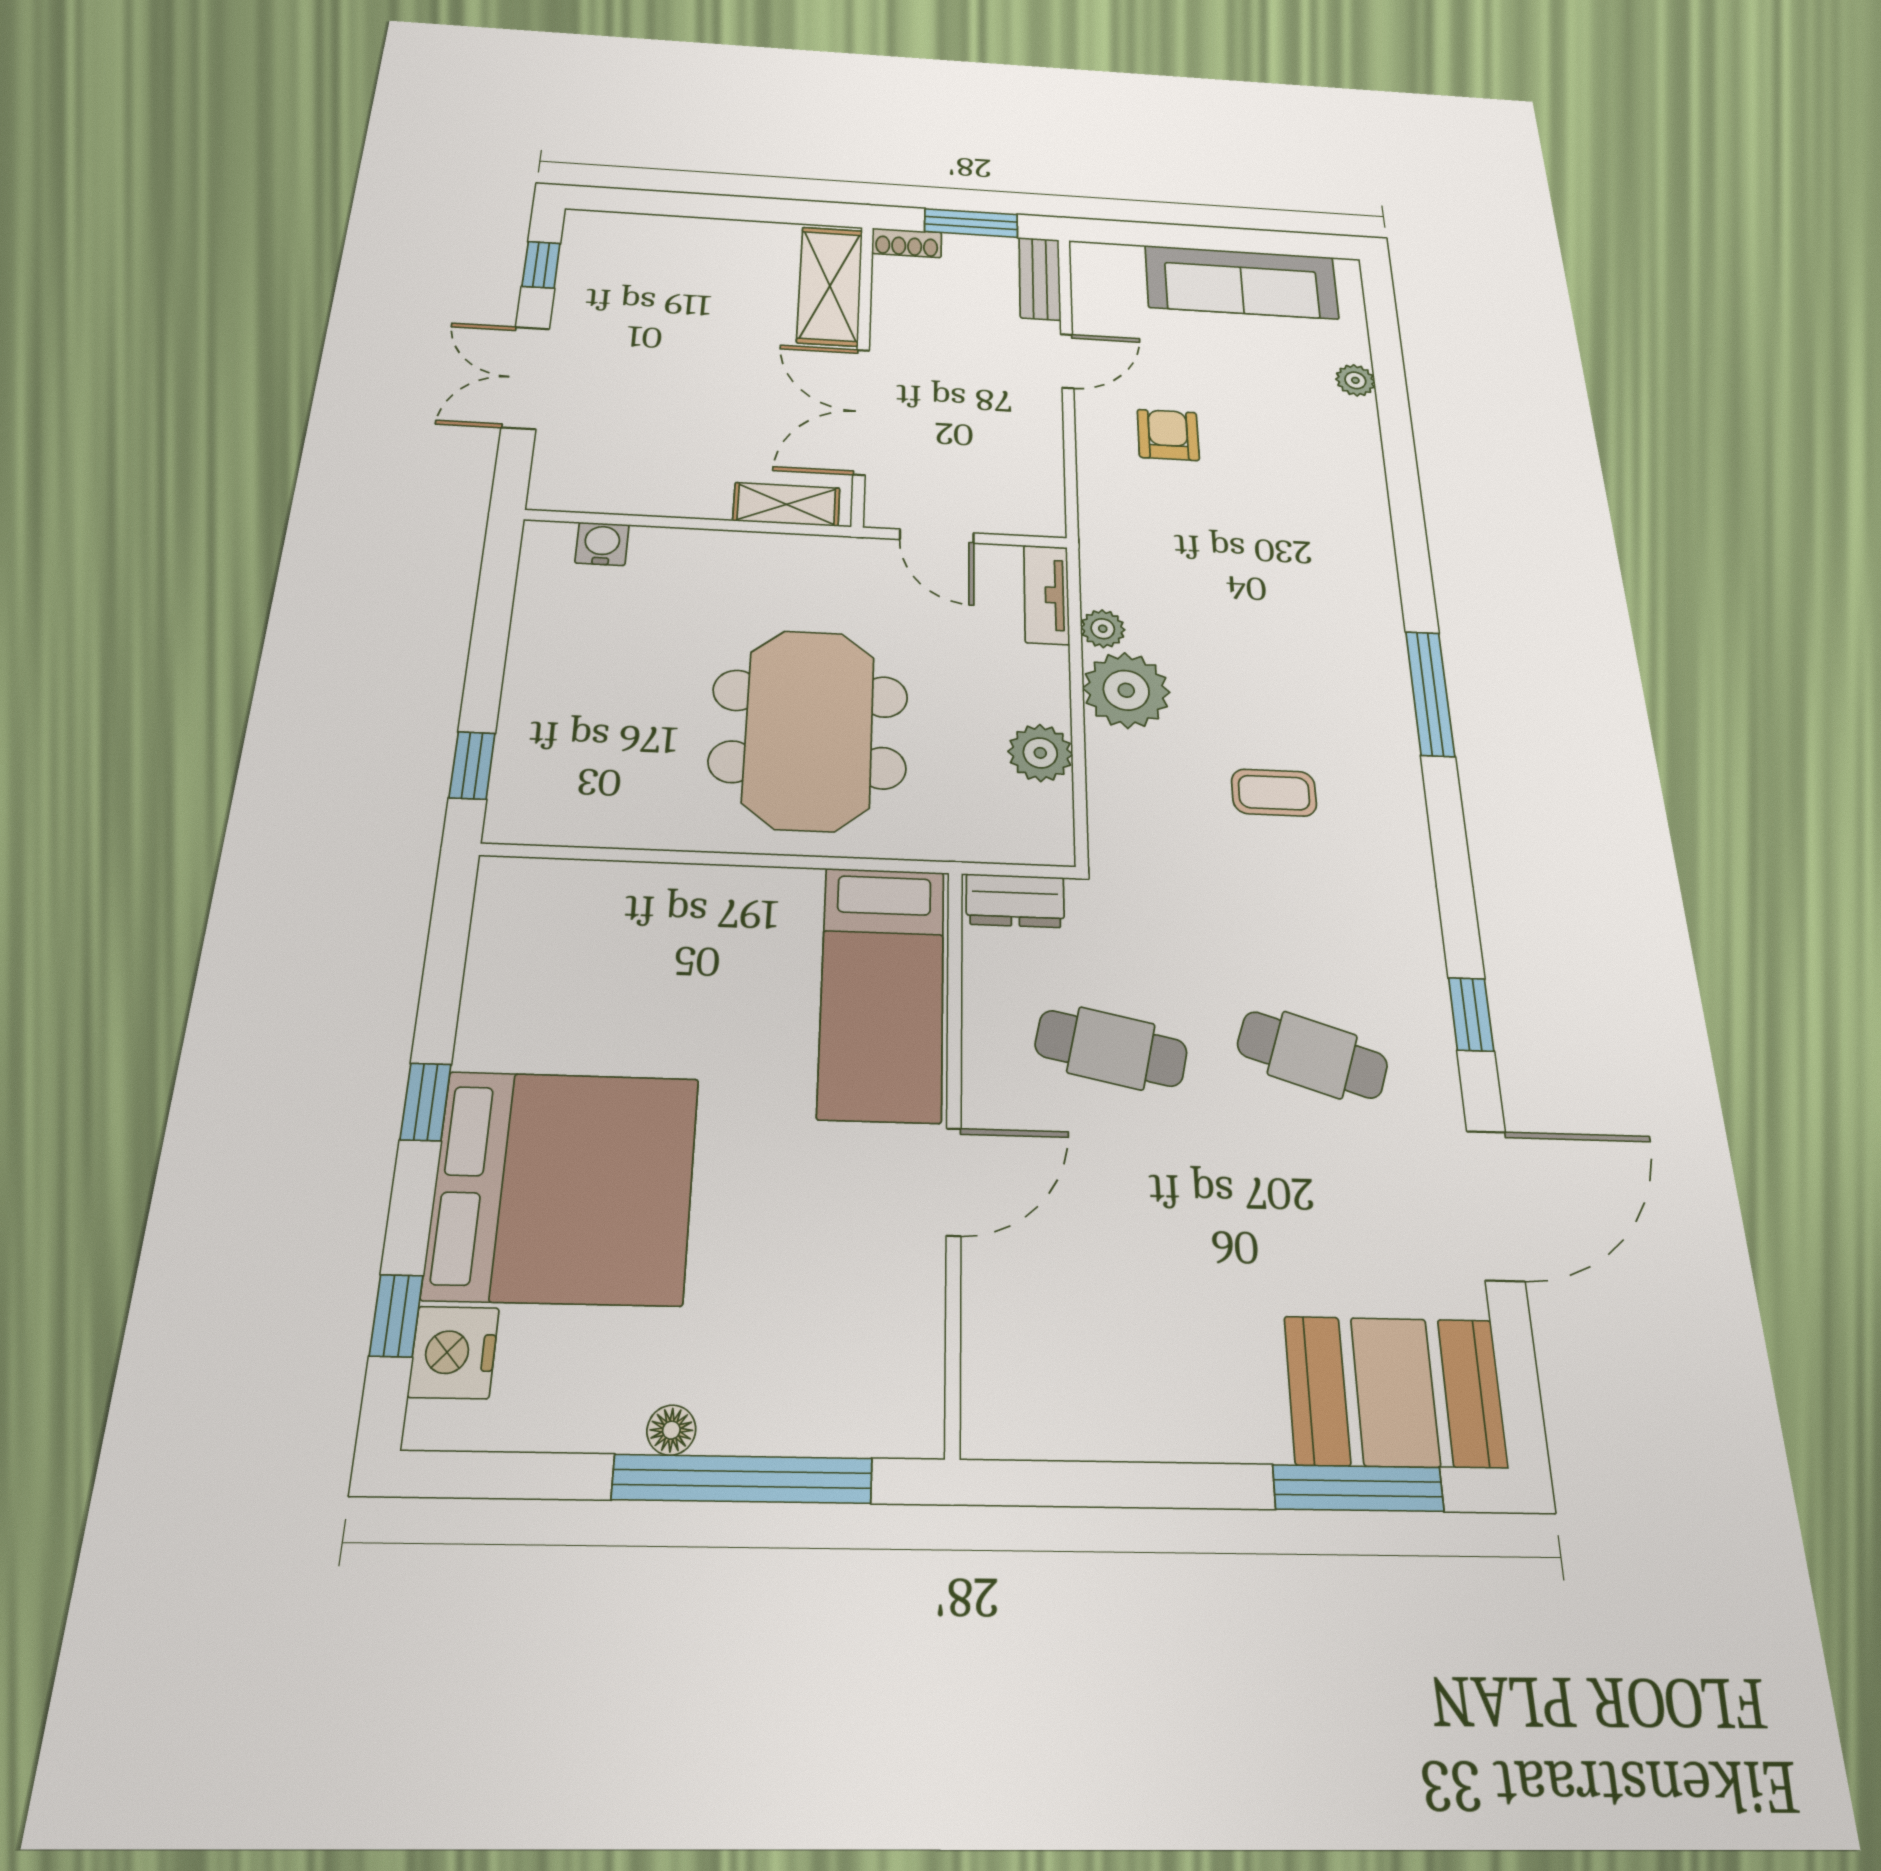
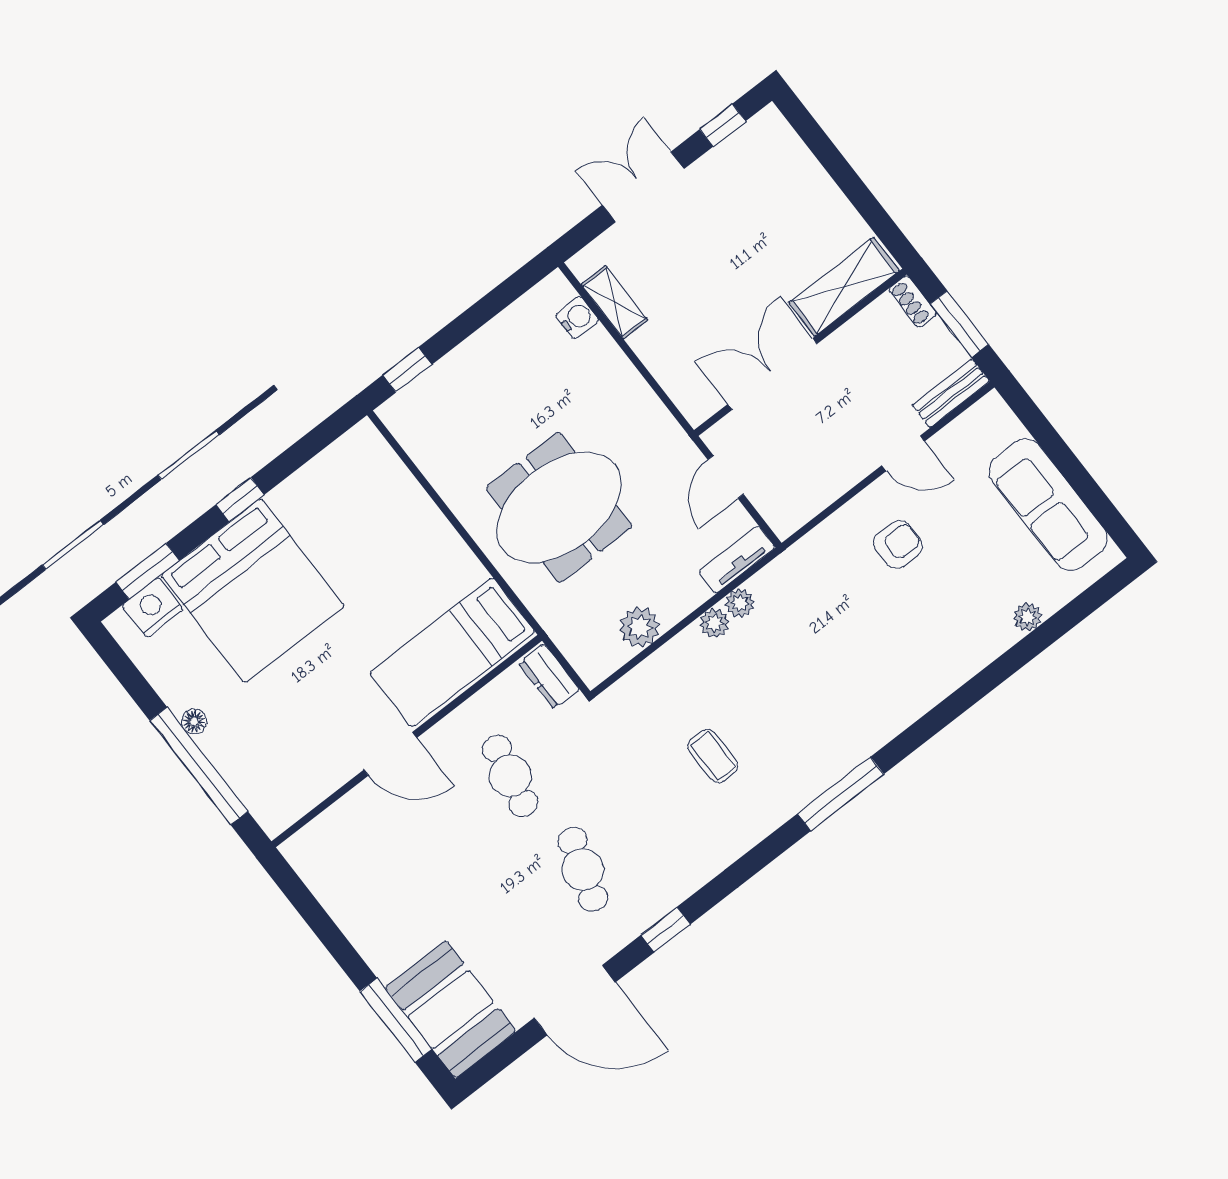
shelving: (786, 504) -> (614, 302), moved
plant: (1126, 690) -> (714, 623), width x0.53, depth x0.53
window: (396, 1316) -> (148, 571), width x1.50

